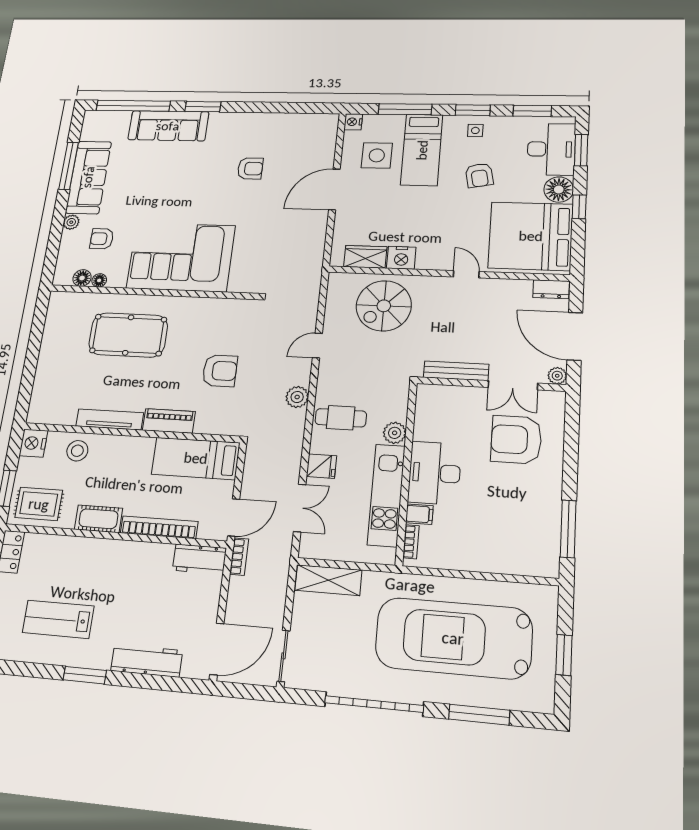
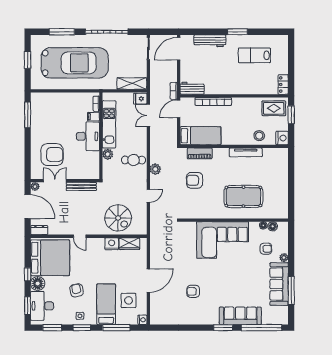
spiral stairs: (384, 306) -> (118, 218), turned 90
piano: (169, 421) -> (200, 153), moved
fridge: (321, 466) -> (140, 99), moved
cot: (98, 519) -> (243, 103), removed
lab bench: (58, 619) -> (254, 55), turned 180

